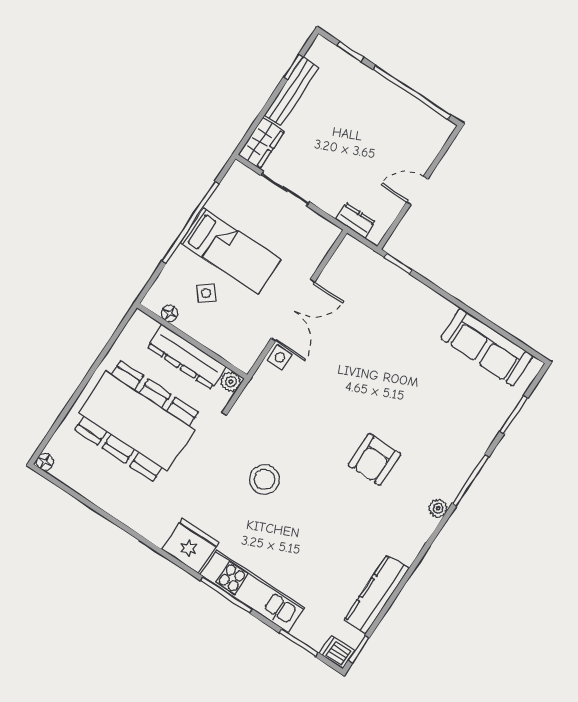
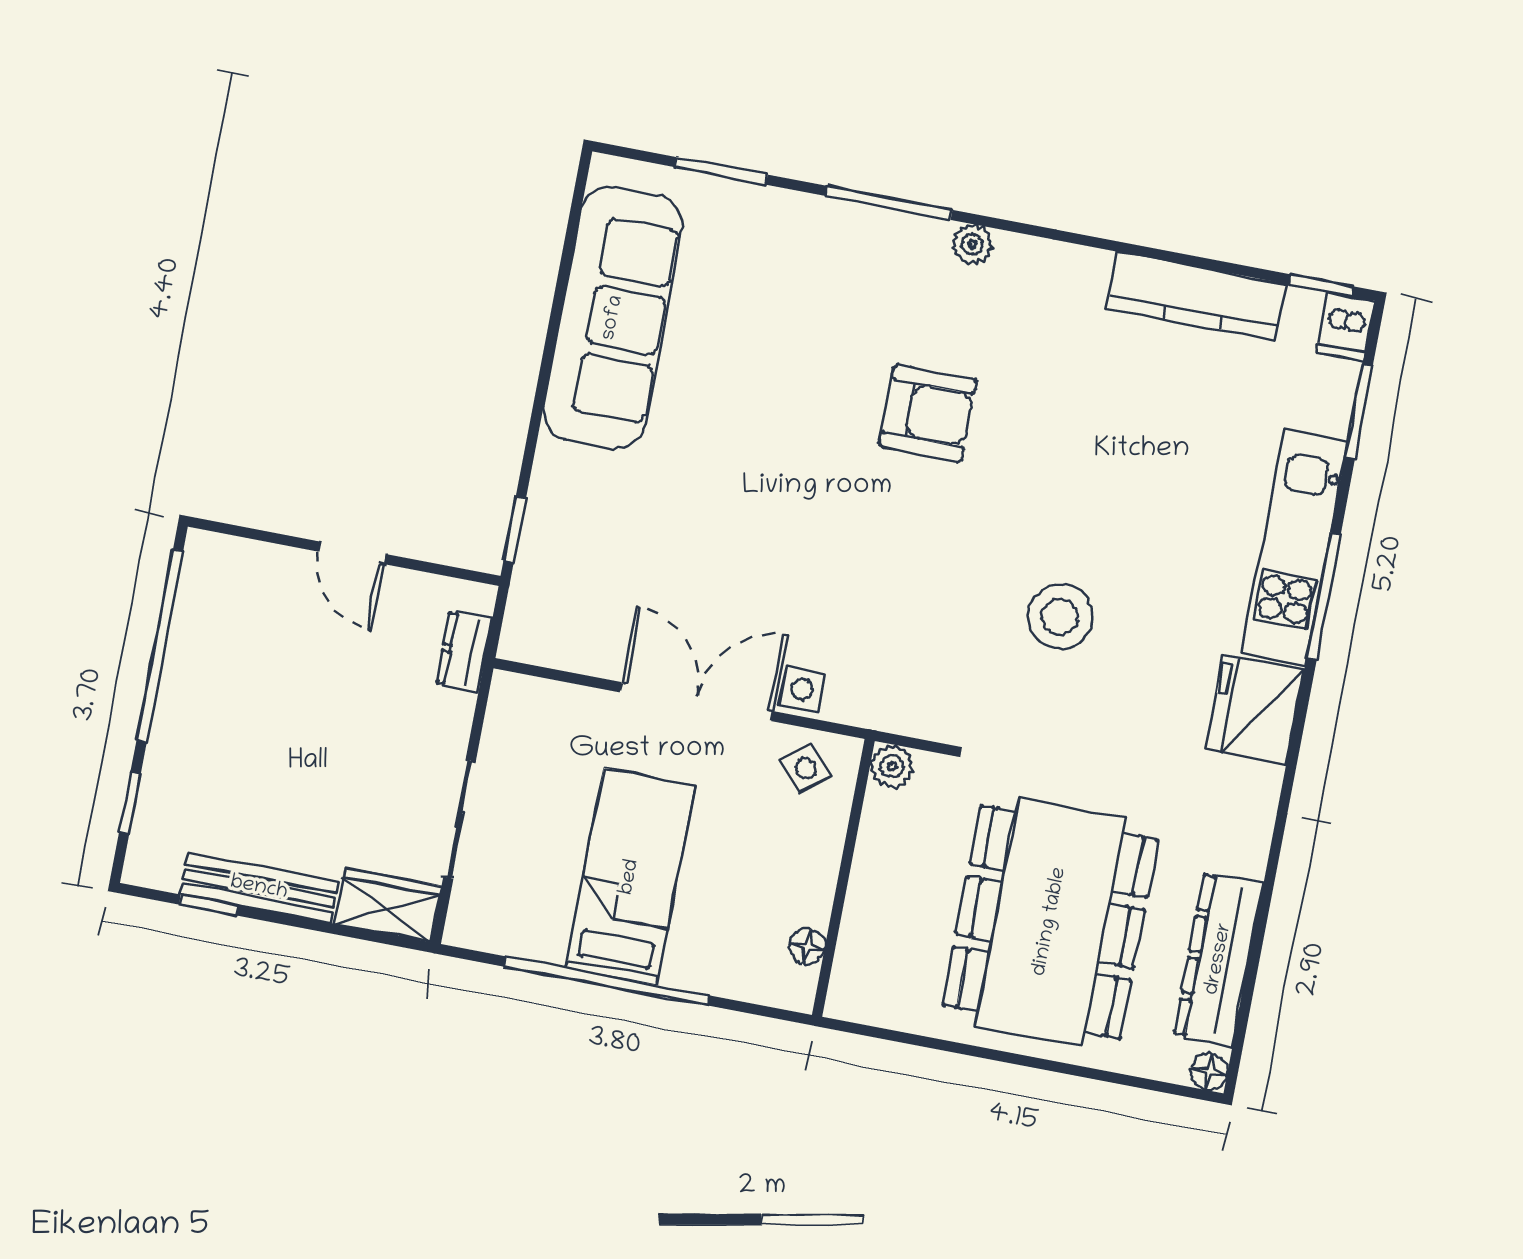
side table: (206, 293) -> (806, 768), moved
sofa: (487, 347) -> (613, 318), width x1.36, depth x1.27
dresser: (187, 357) -> (1219, 959), moved, turned 180

